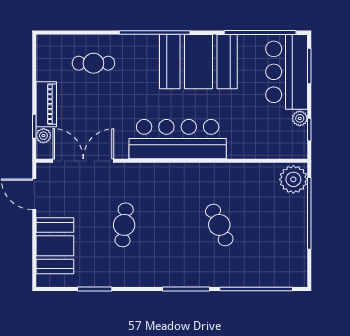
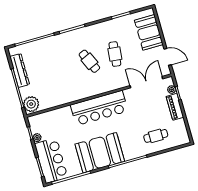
double door: (83, 161) -> (146, 82), swing flipped
cafe table: (219, 225) -> (89, 61), moved
dresser: (297, 243) -> (20, 70), added

